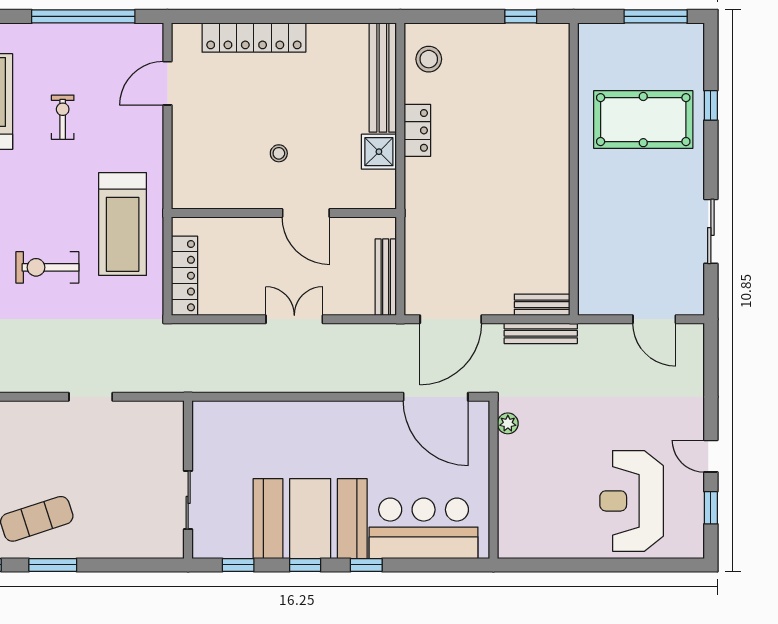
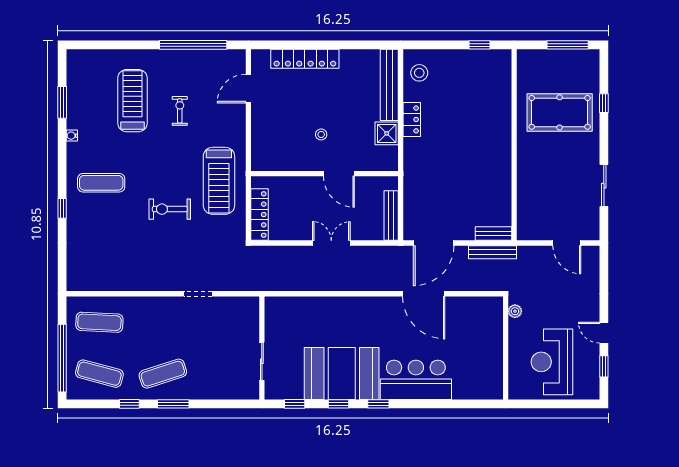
plant: (508, 423) -> (515, 311), moved
wall: (493, 480) -> (506, 348), moved

